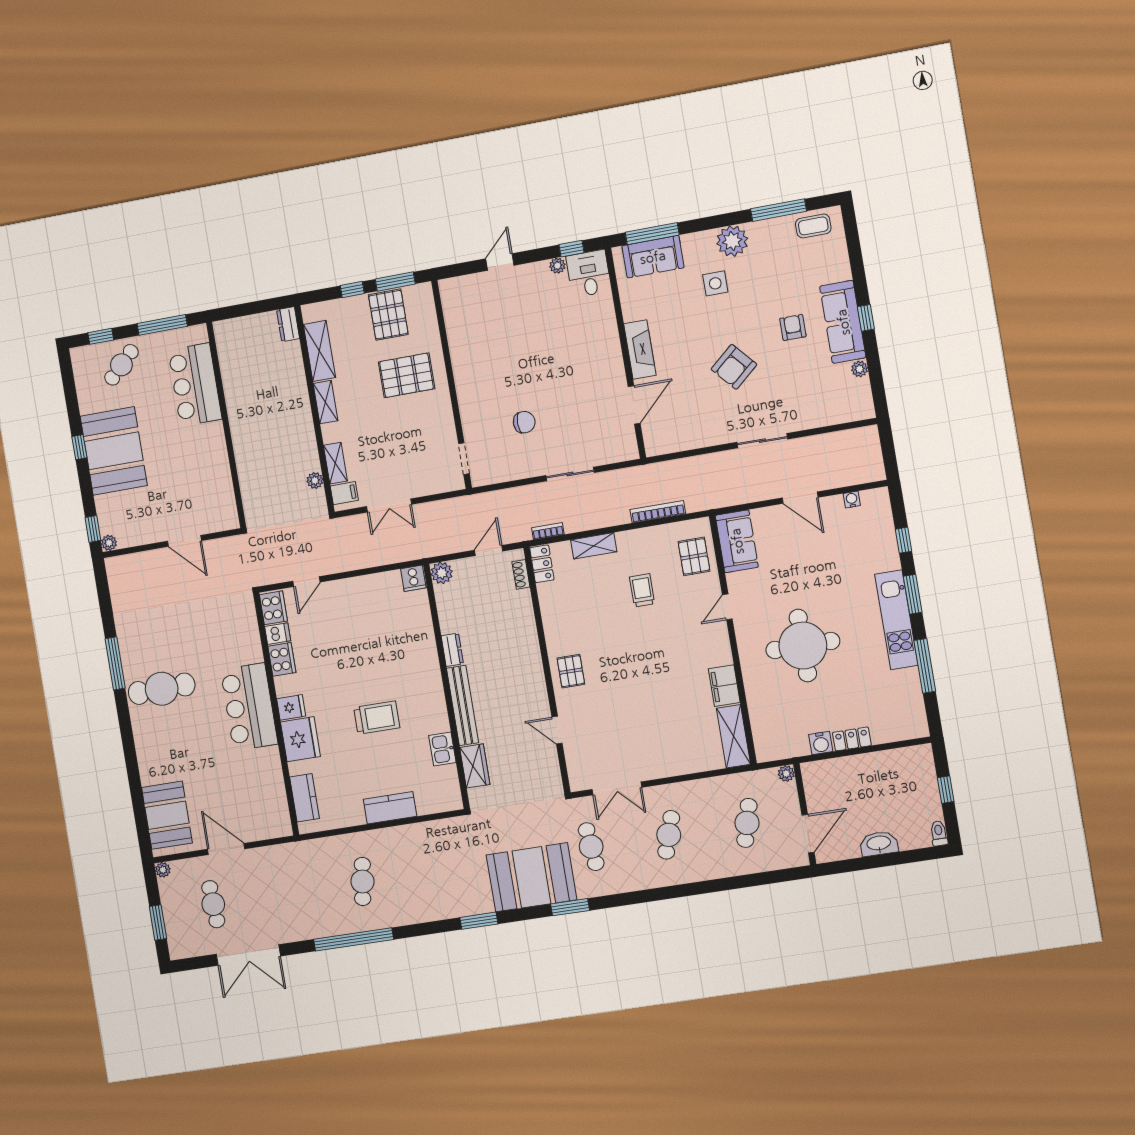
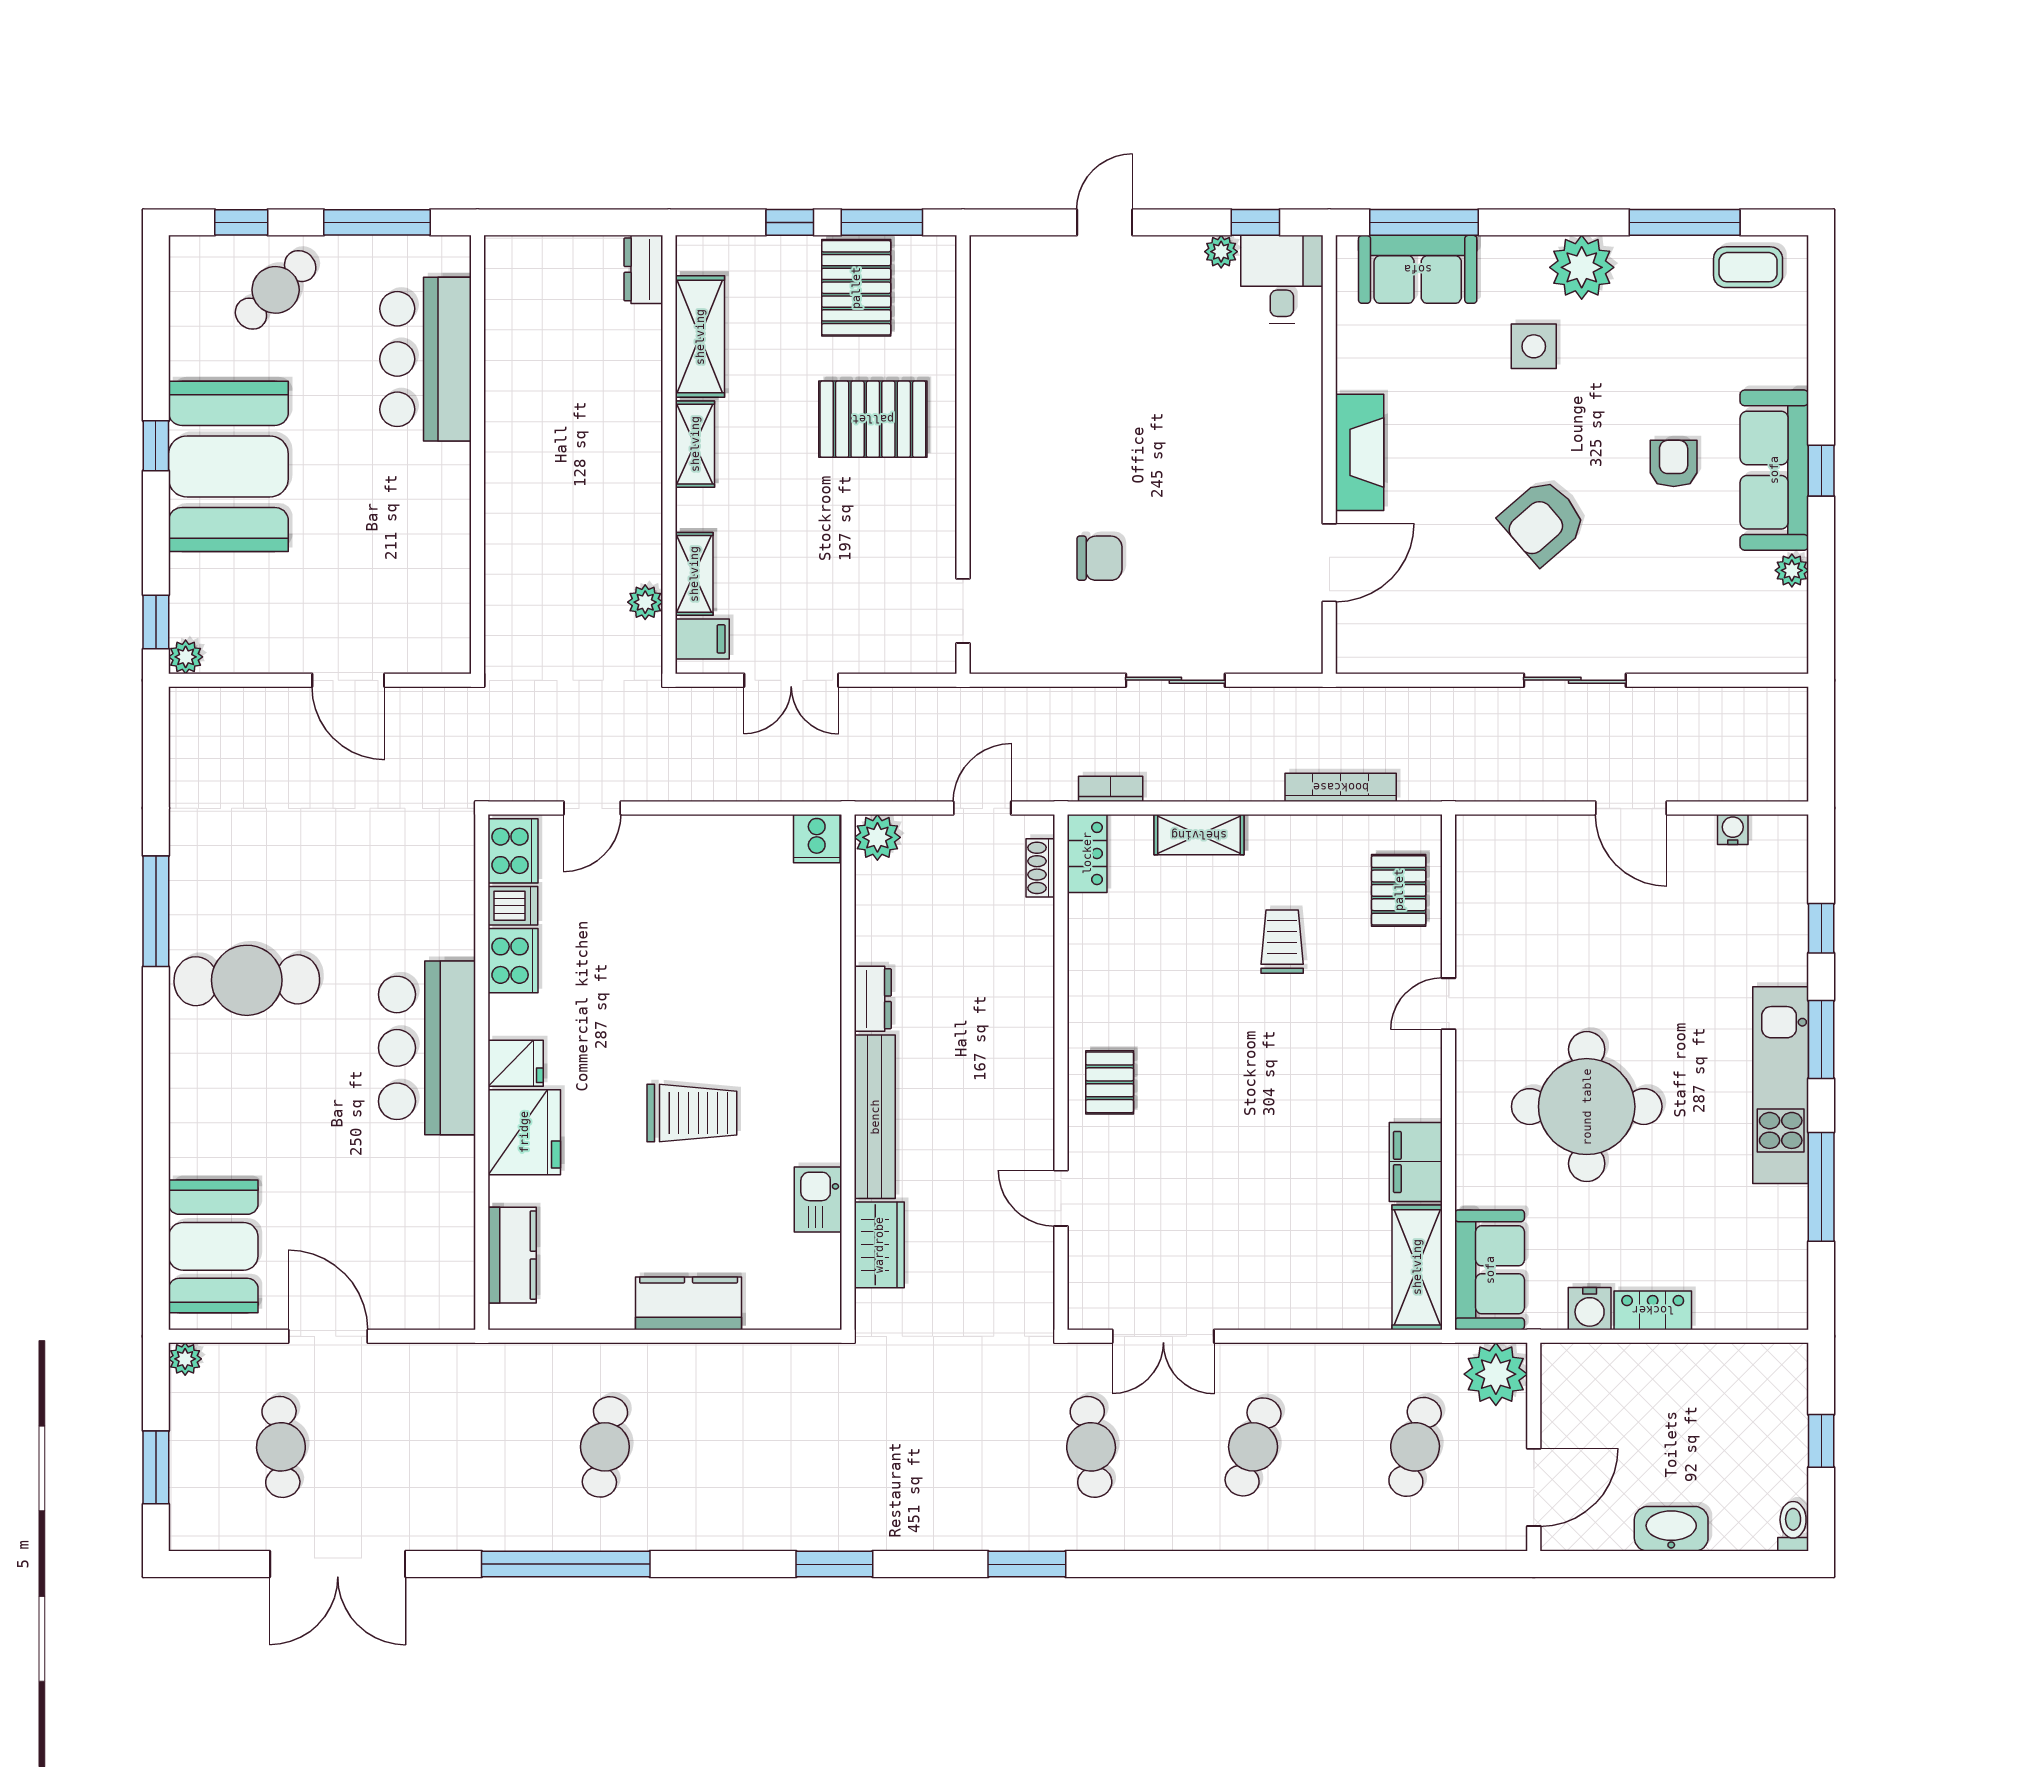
sofa: (737, 541) -> (1490, 1270), moved
plant: (786, 774) -> (1496, 1374), width x1.87, depth x1.87
booth: (531, 877) -> (958, 1491), removed

